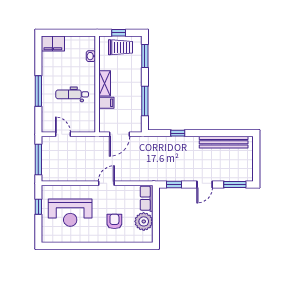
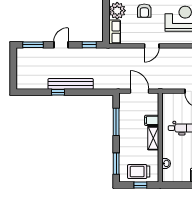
window: (178, 133) -> (58, 92), moved
door: (120, 134) -> (140, 91), hinge flipped
bench: (224, 142) -> (71, 84), moved

